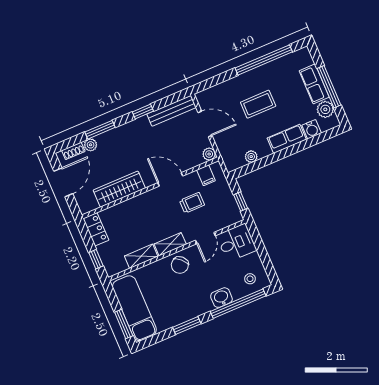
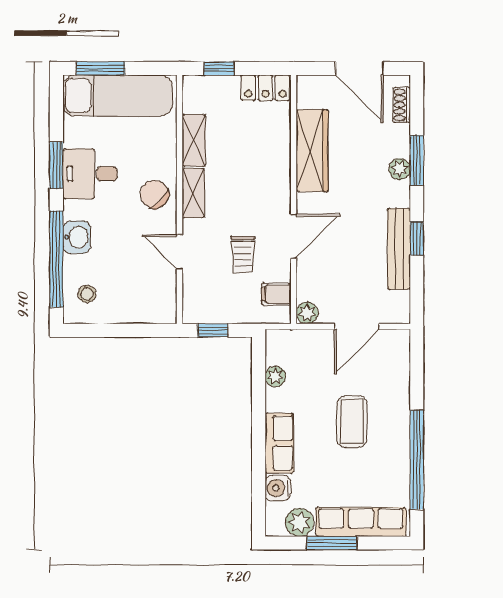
row of seats: (314, 84) -> (361, 522), width x1.48
window: (329, 87) -> (332, 543), width x0.69
bench: (172, 111) -> (399, 249), moved
plant: (91, 145) -> (400, 169), moved
desk: (236, 243) -> (90, 174), moved, turned 90

